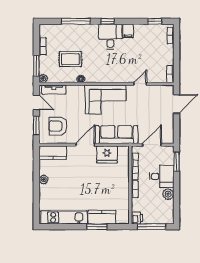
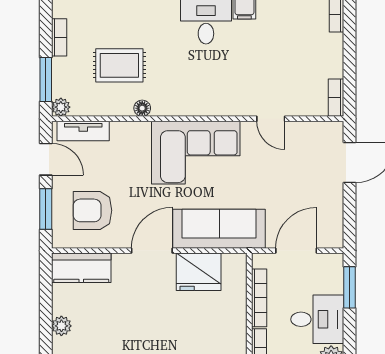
door: (140, 84) -> (271, 119), swing flipped

